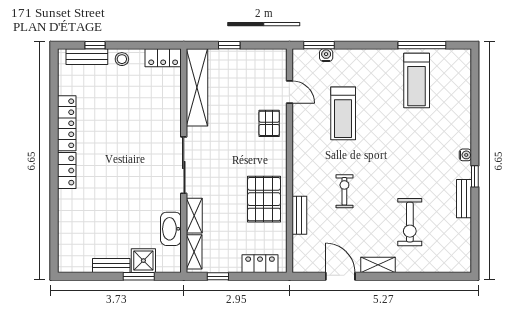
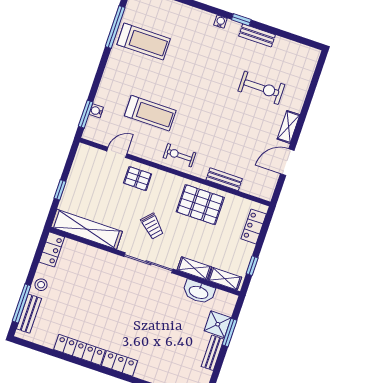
window: (95, 45) -> (22, 303), width x2.17
trolley: (224, 156) -> (152, 226), added
exercise bike: (344, 191) -> (179, 155), moved

